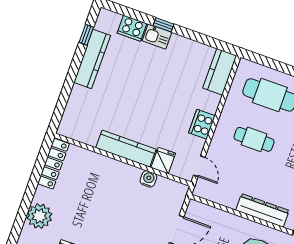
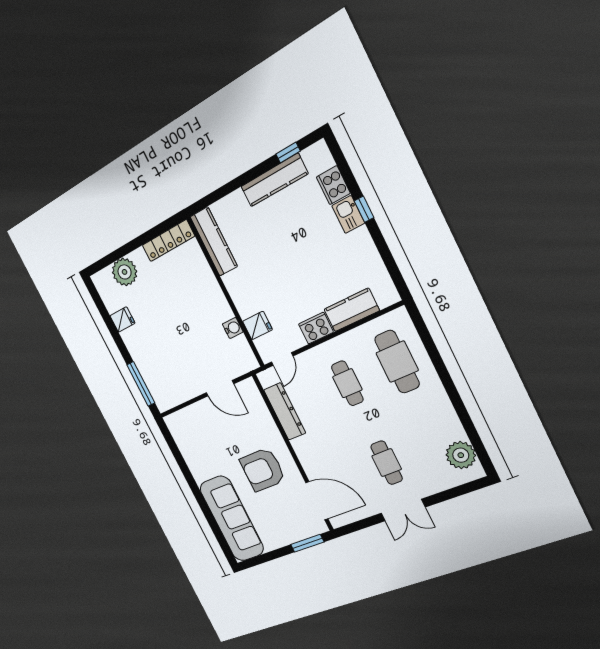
kitchen counter: (220, 72) -> (352, 310), moved
kitchen counter: (126, 149) -> (214, 241), moved
dresser: (262, 210) -> (285, 411), moved

